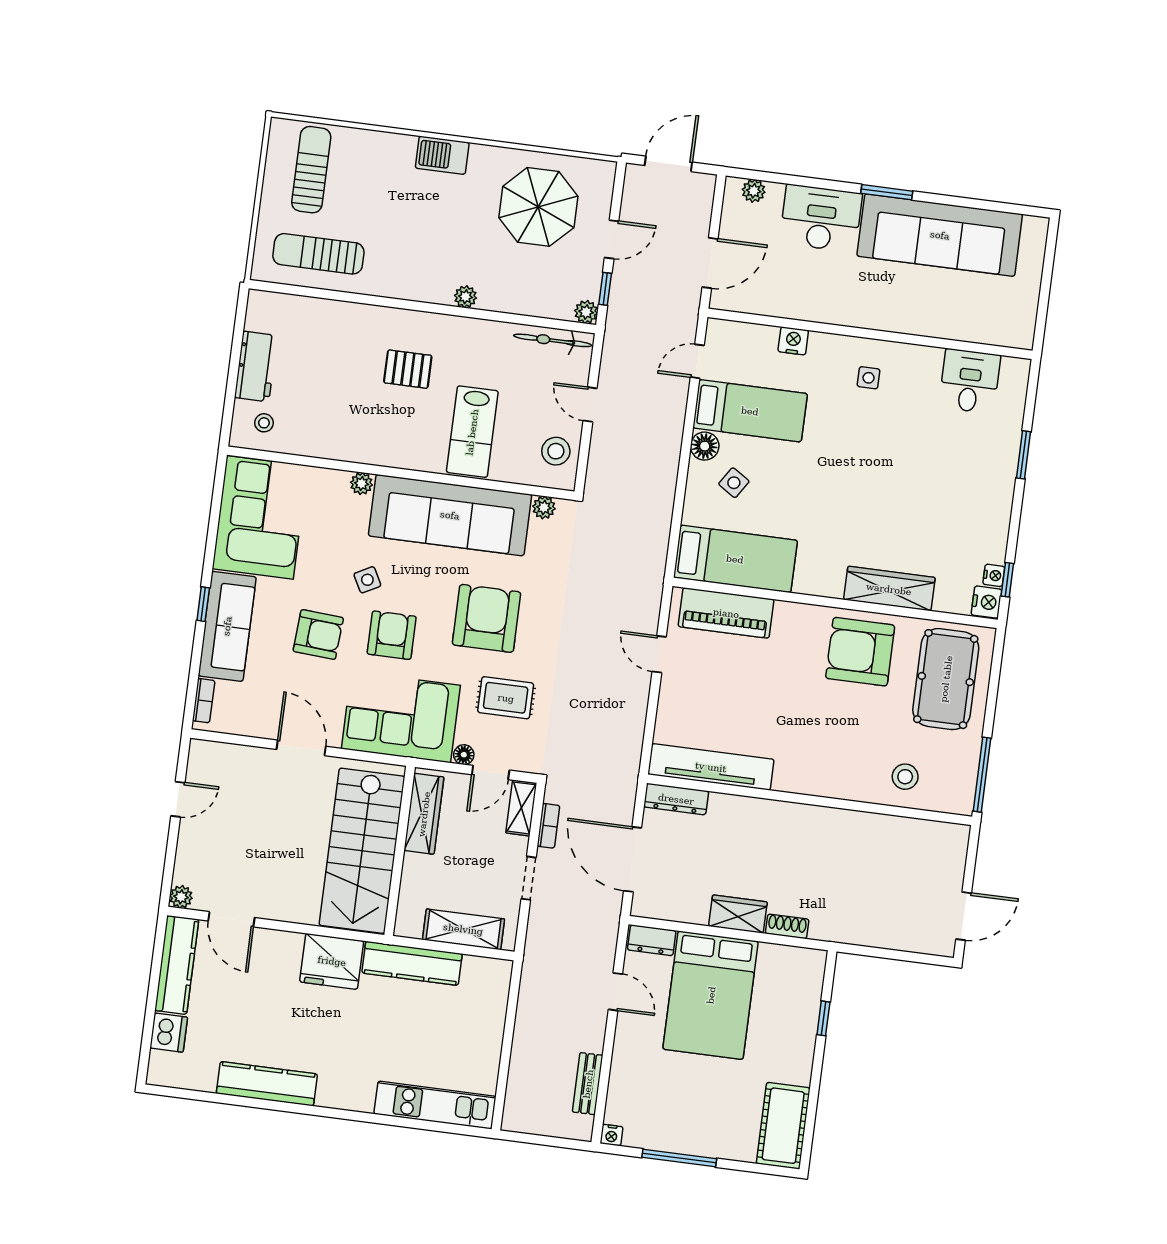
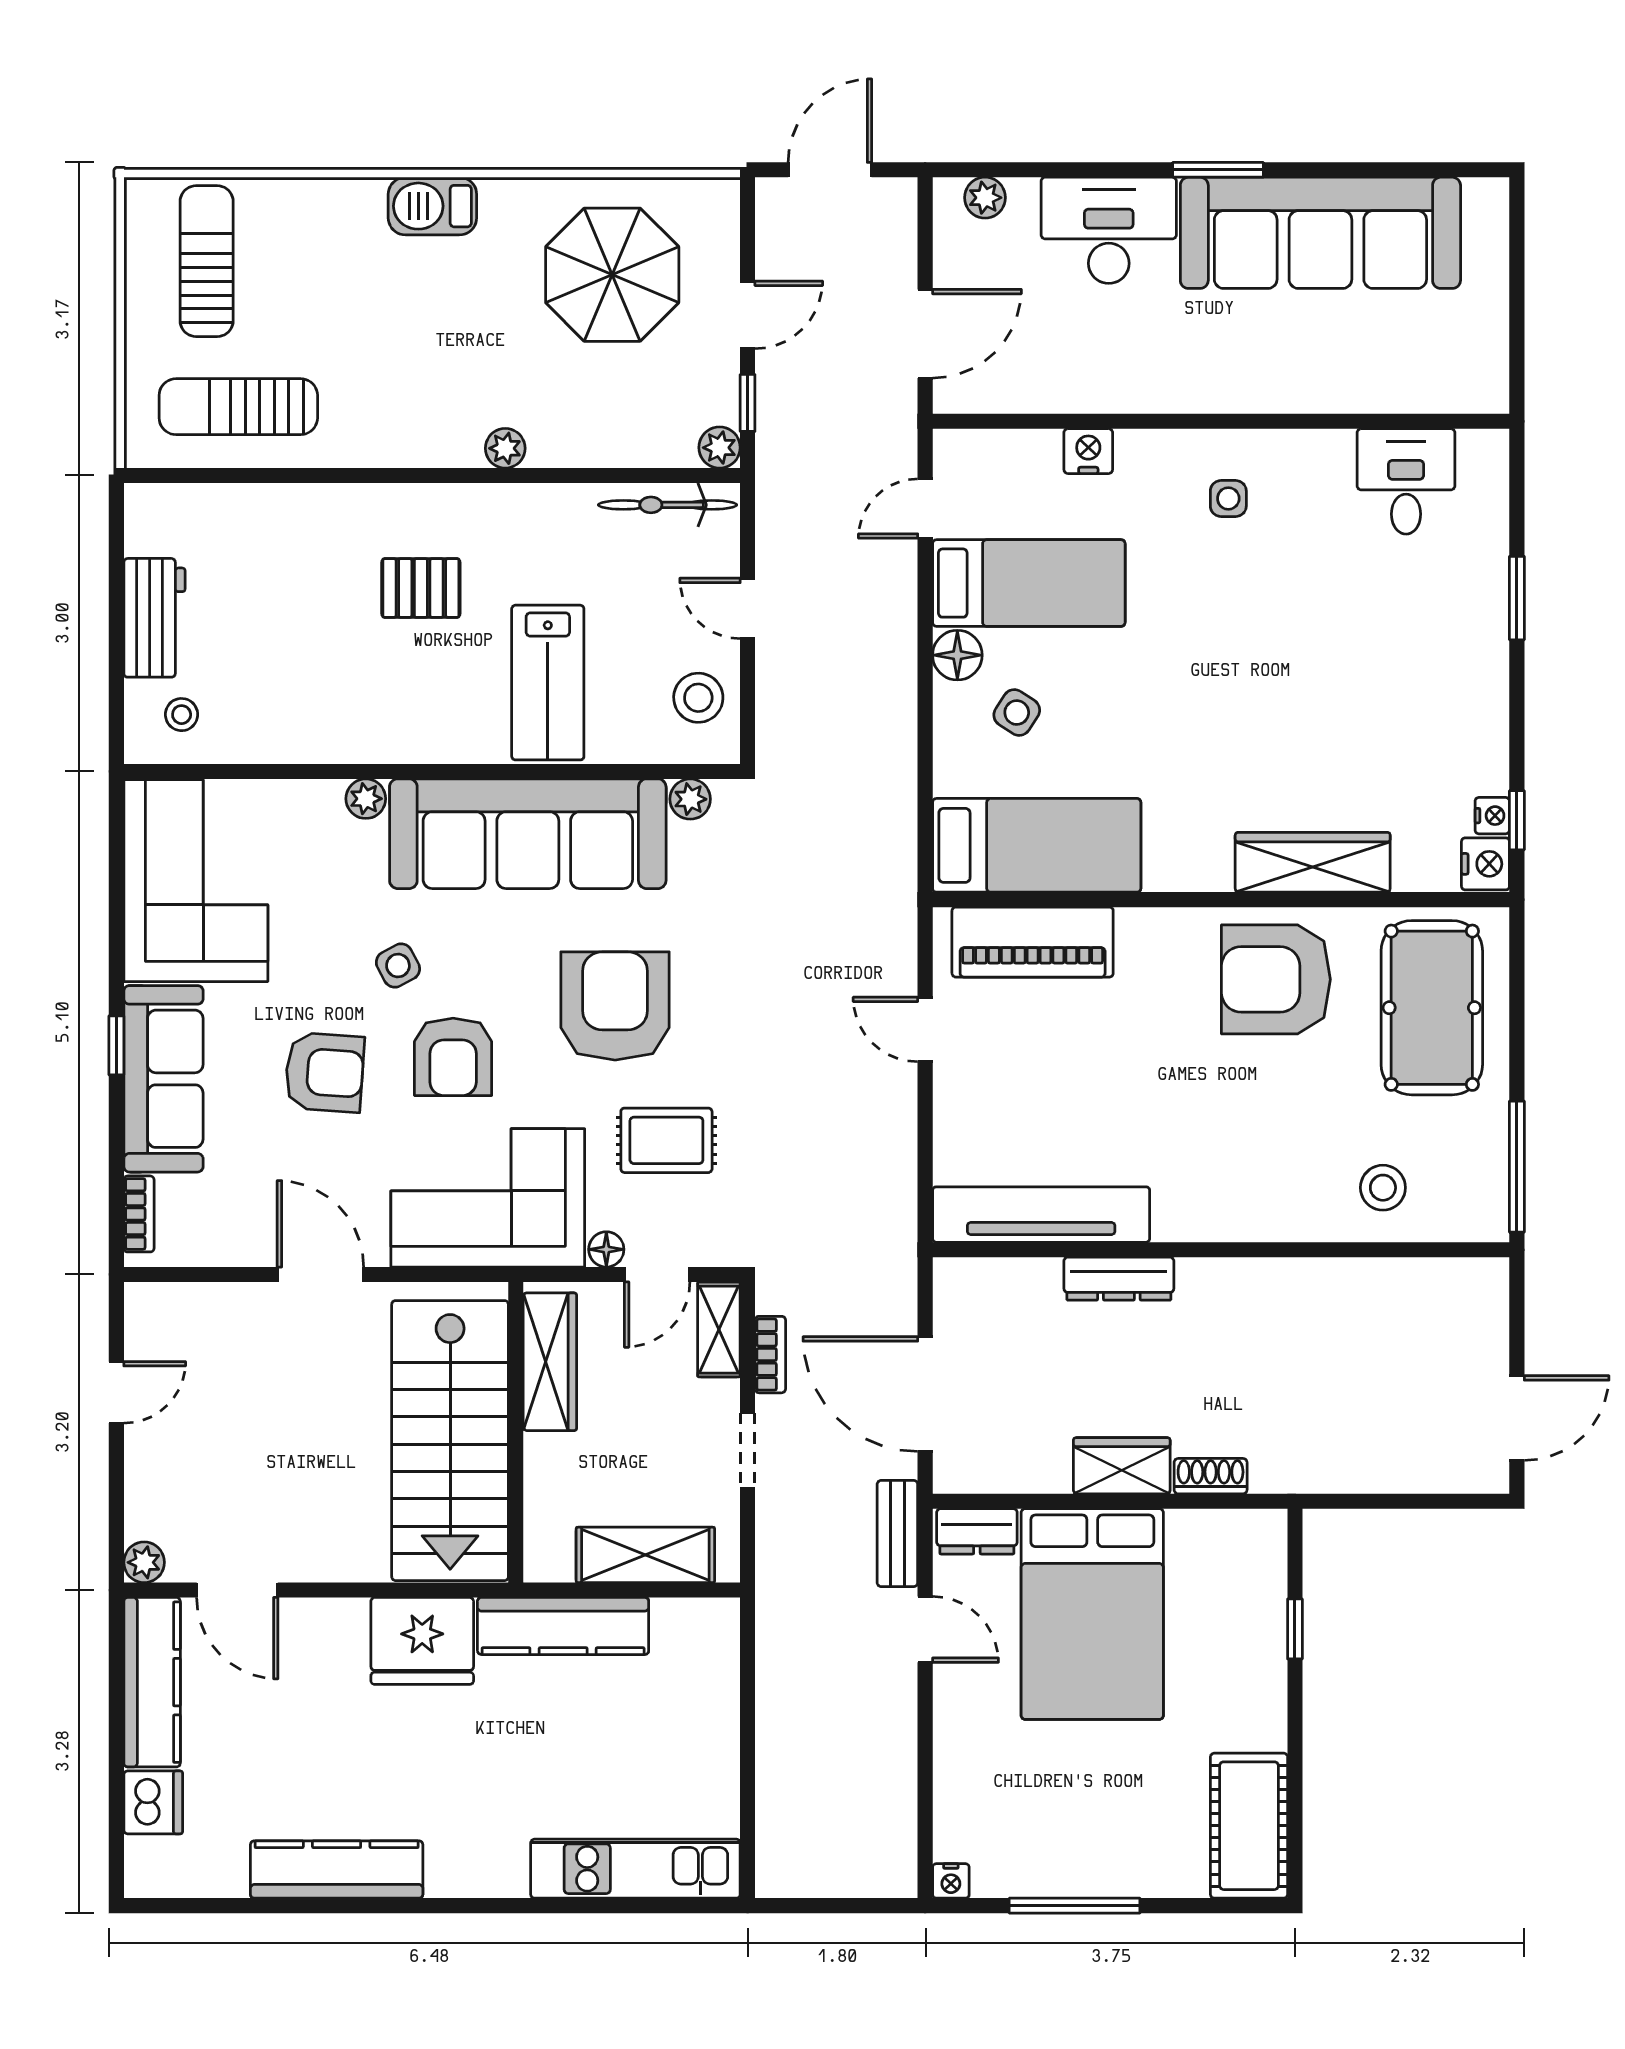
armchair: (392, 635) -> (453, 1057), turned 180
dresser: (676, 799) -> (1119, 1279), moved
bench: (588, 1084) -> (897, 1534), moved

